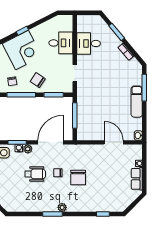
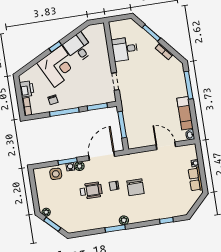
desk: (61, 43) -> (78, 48), moved, turned -117
chair: (38, 80) -> (79, 95), removed
exam couch: (137, 102) -> (185, 113), moved

